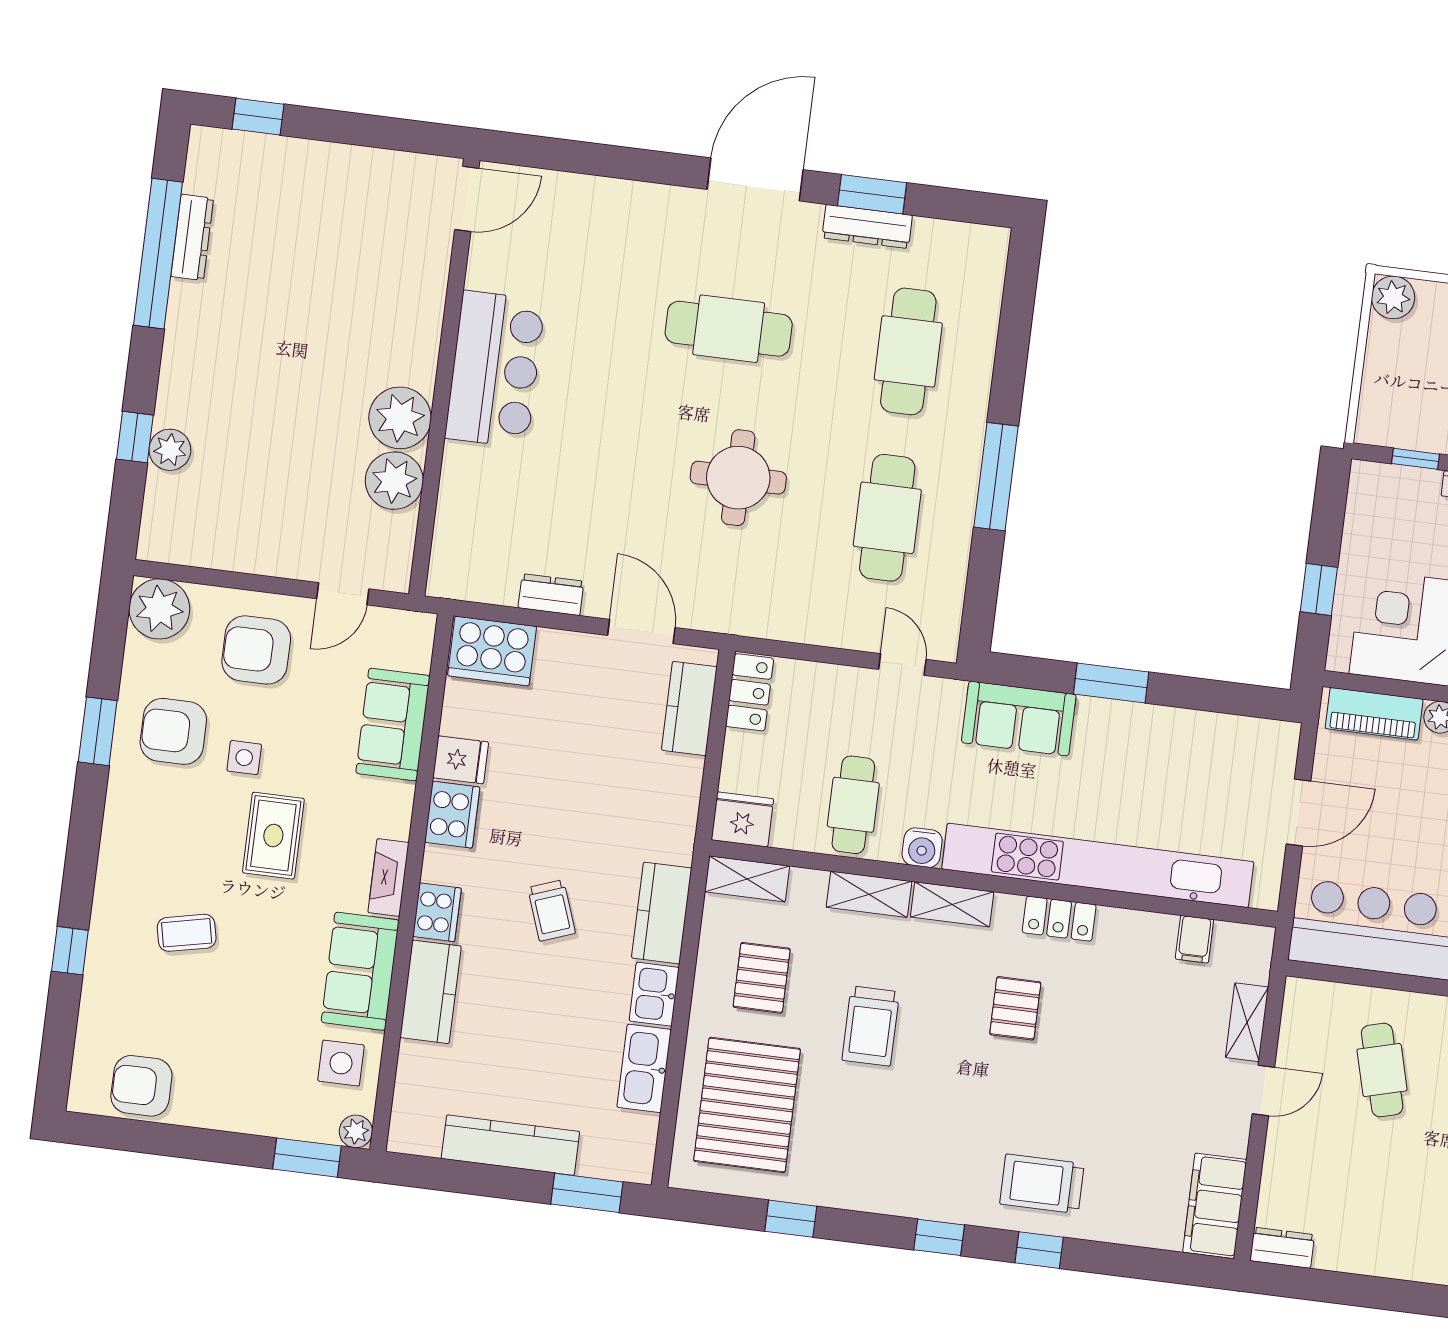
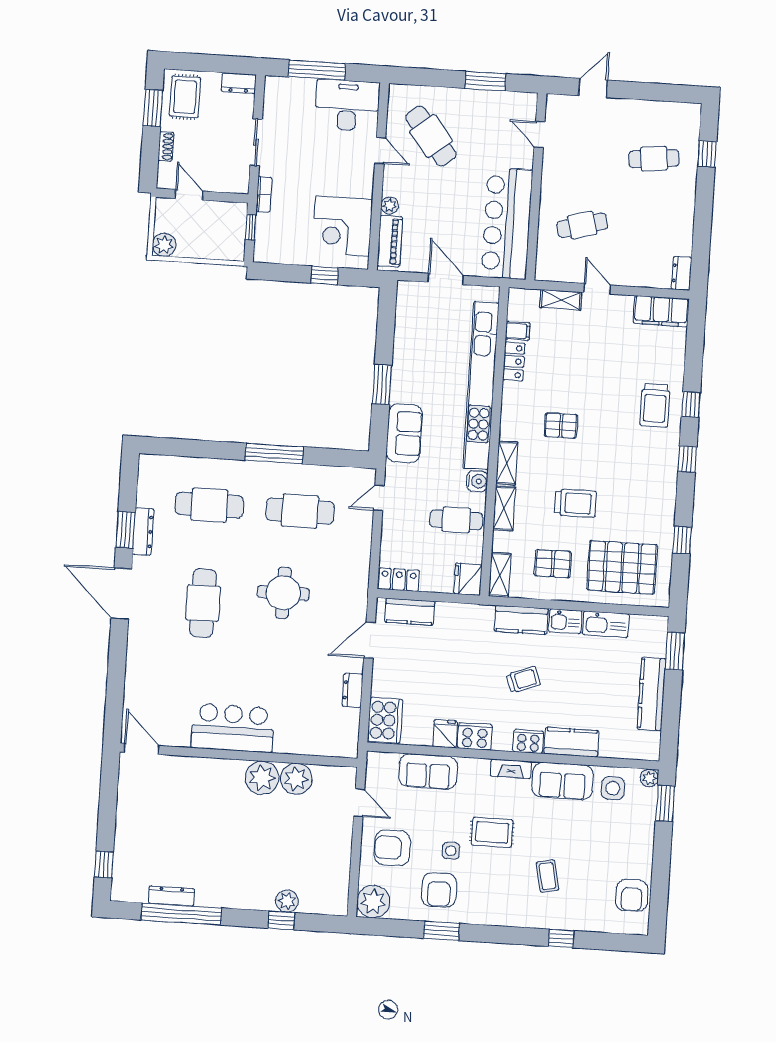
armchair: (256, 650) -> (392, 848), turned 90
locker: (1059, 919) -> (514, 361), moved

